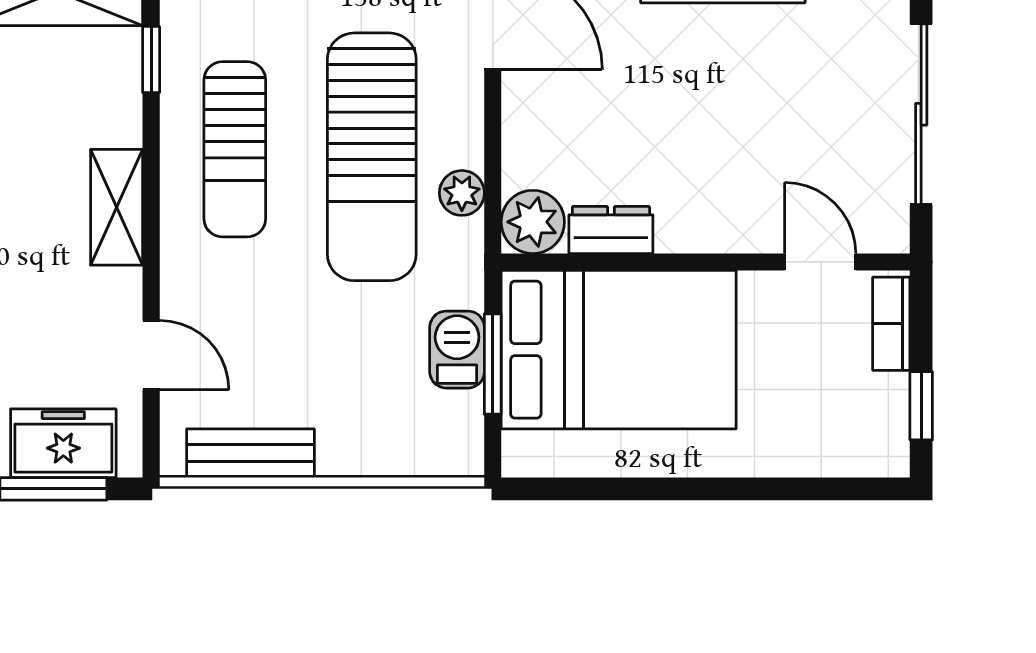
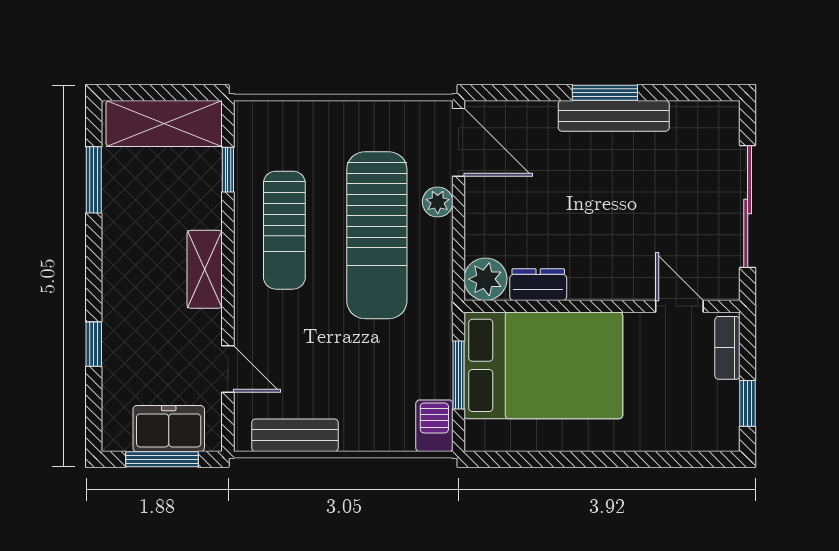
plant: (462, 193) -> (438, 202), moved
barbecue: (457, 350) -> (434, 426), moved

